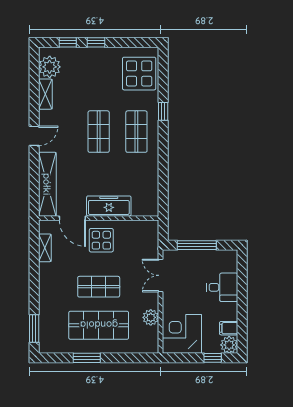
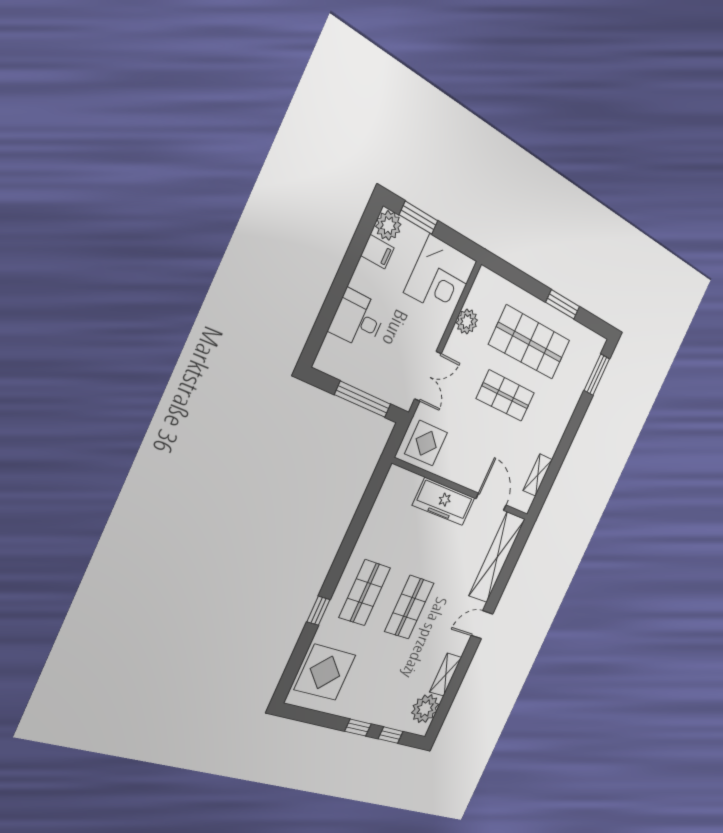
display table: (101, 240) -> (426, 443), moved
window: (213, 358) -> (419, 218), width x1.50

